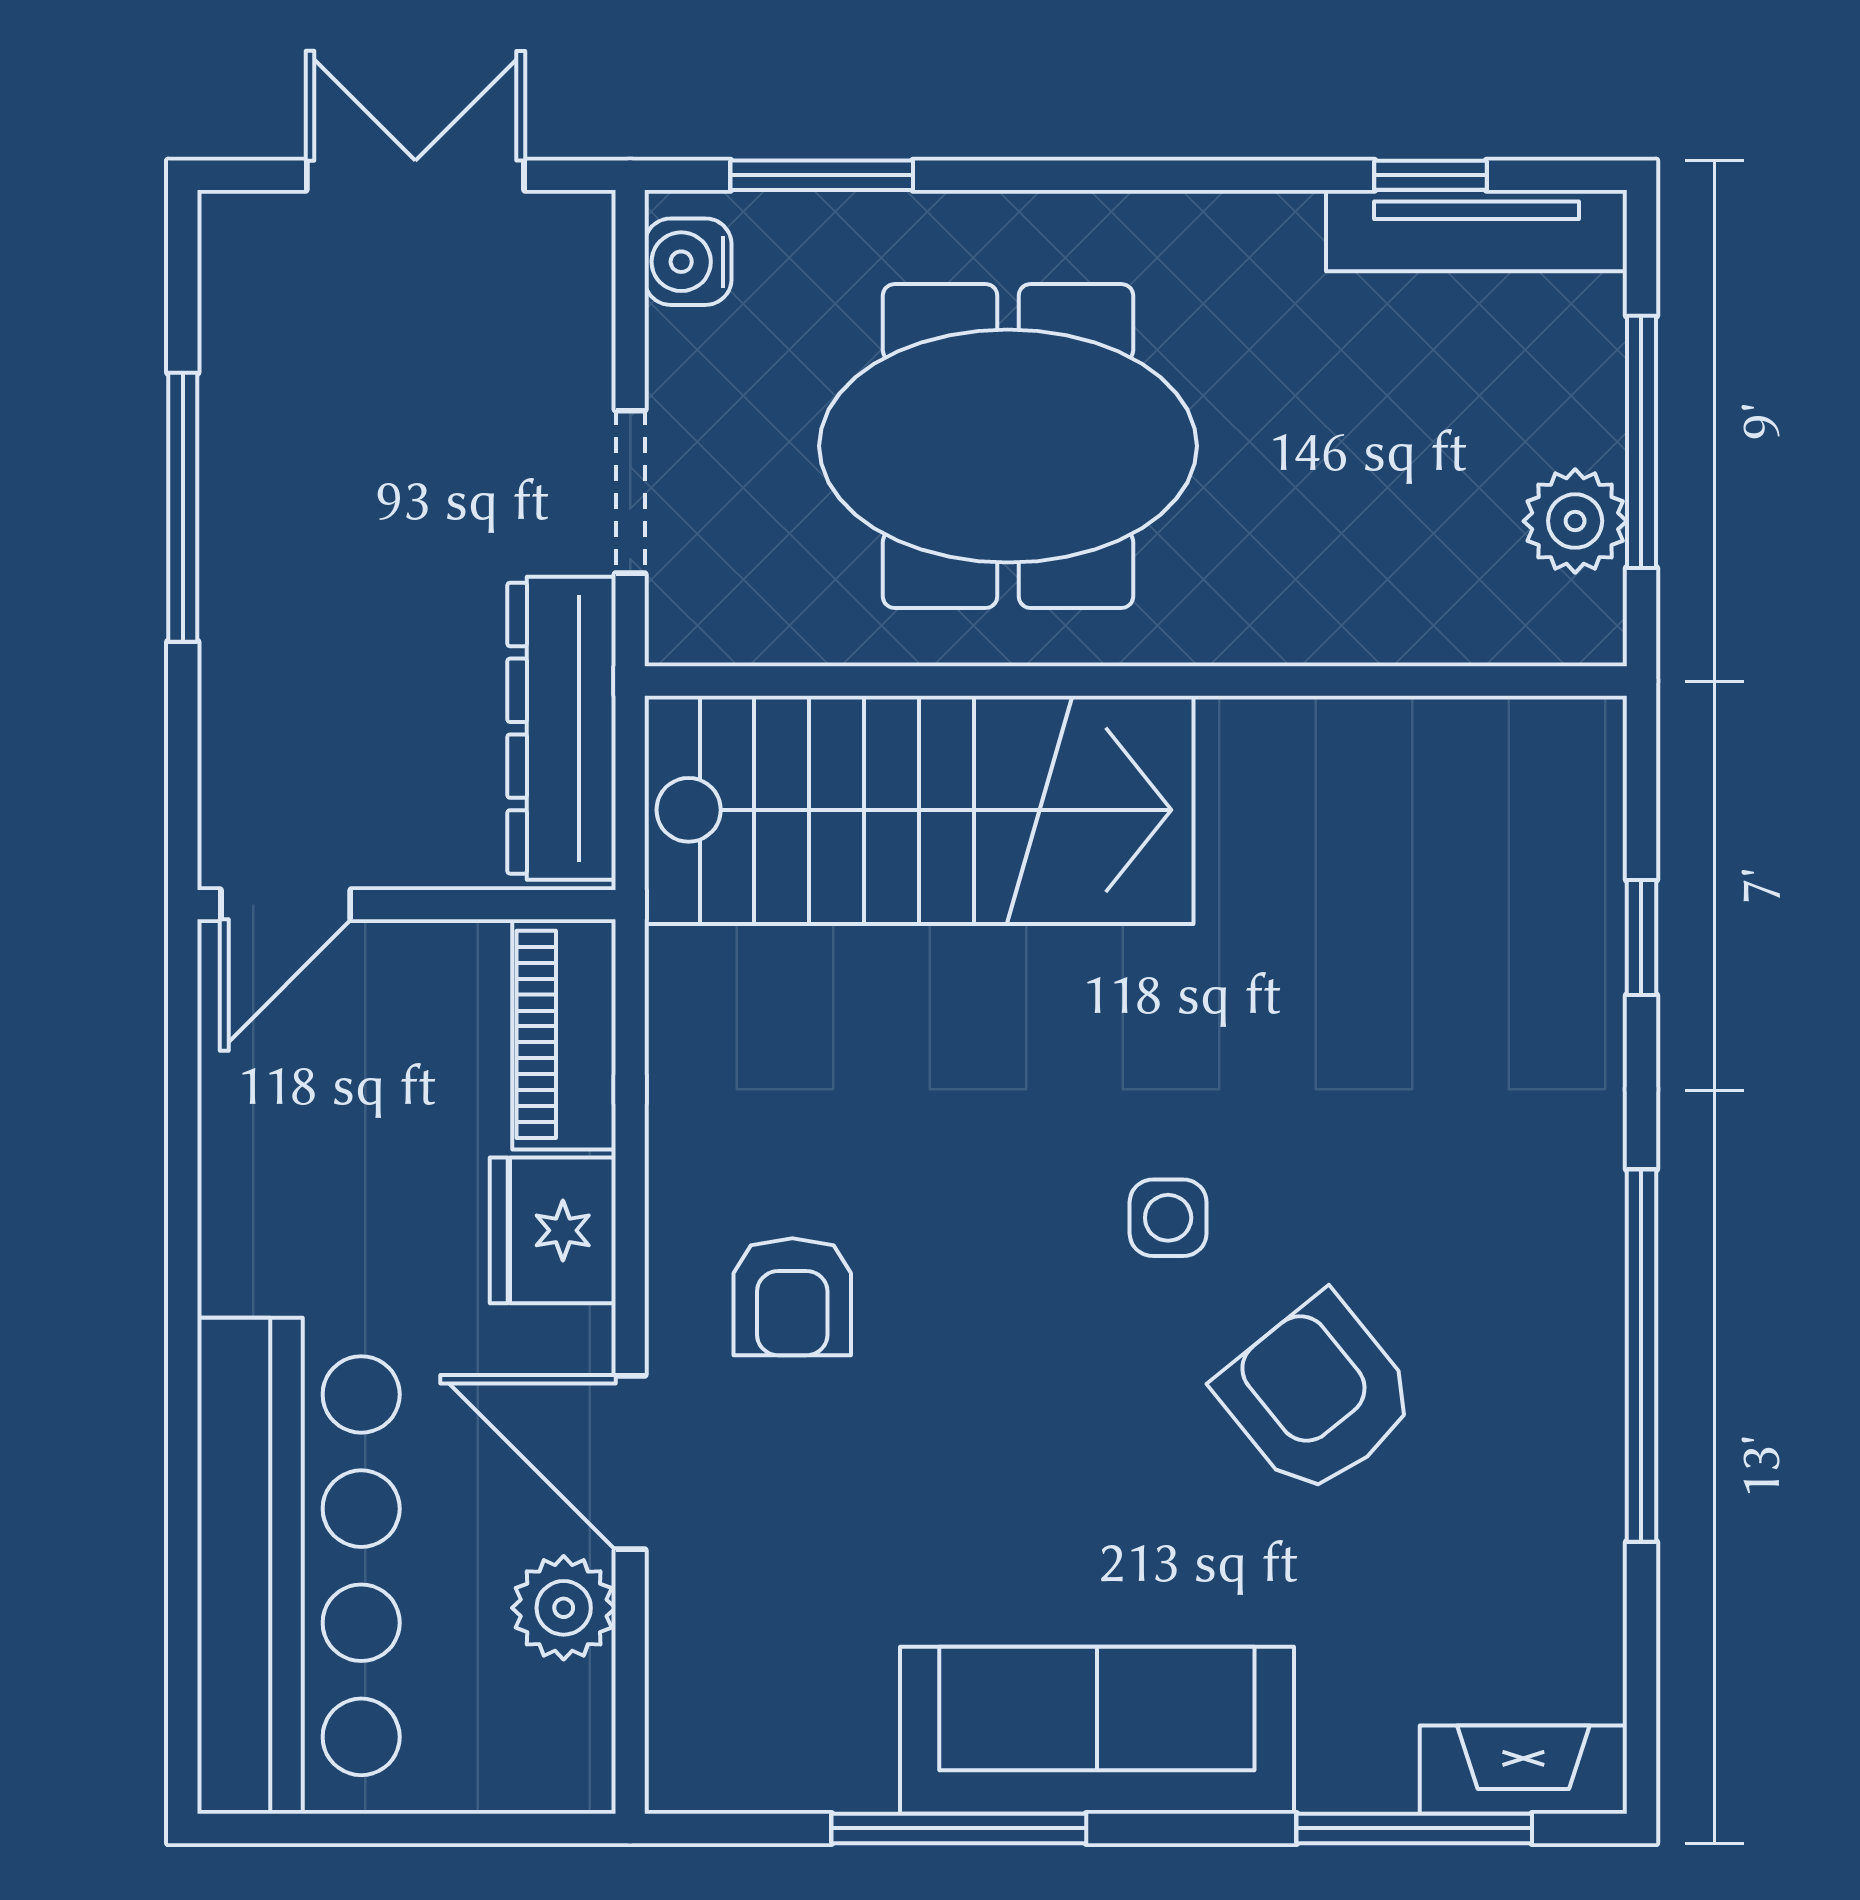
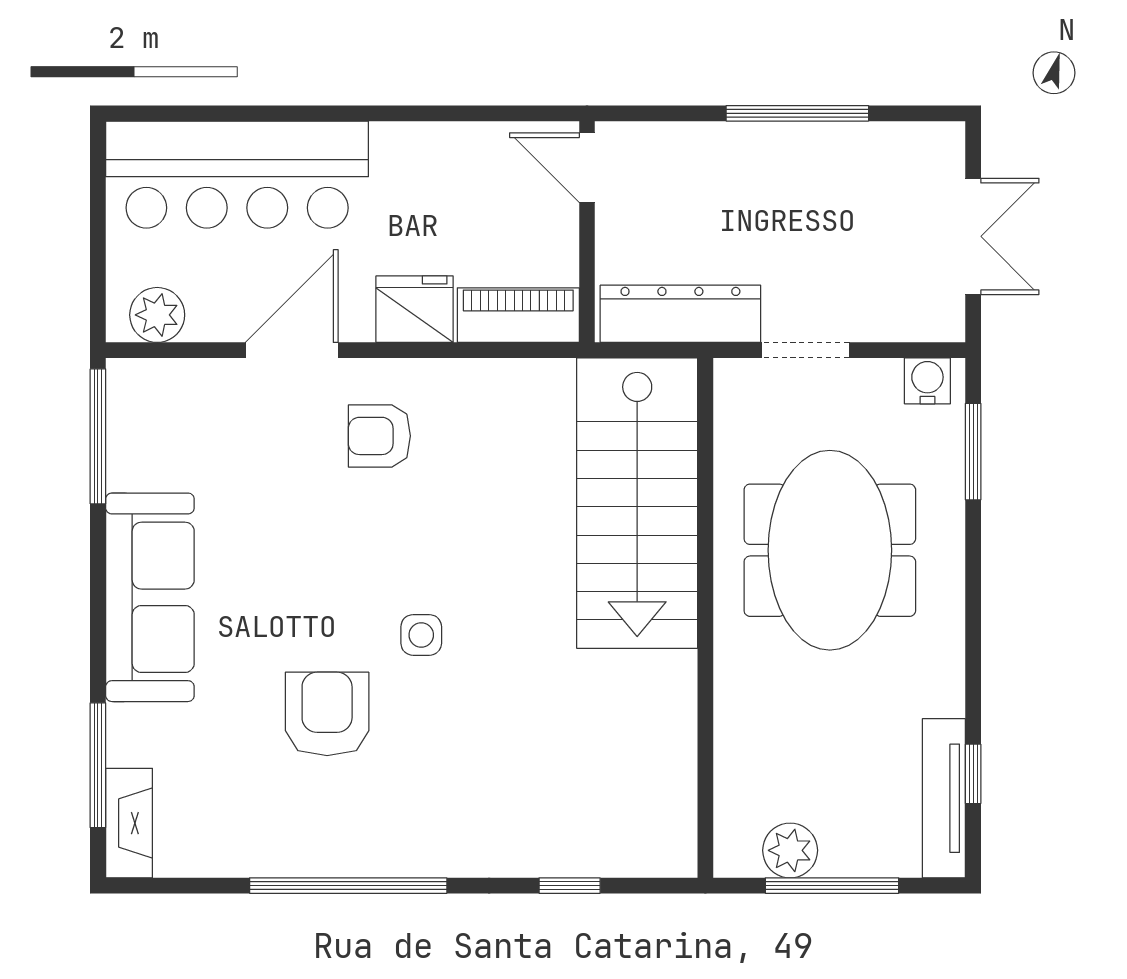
armchair: (1317, 1396) -> (327, 714), turned -51
plant: (564, 1608) -> (157, 315), moved
window: (959, 1828) -> (98, 436), moved

